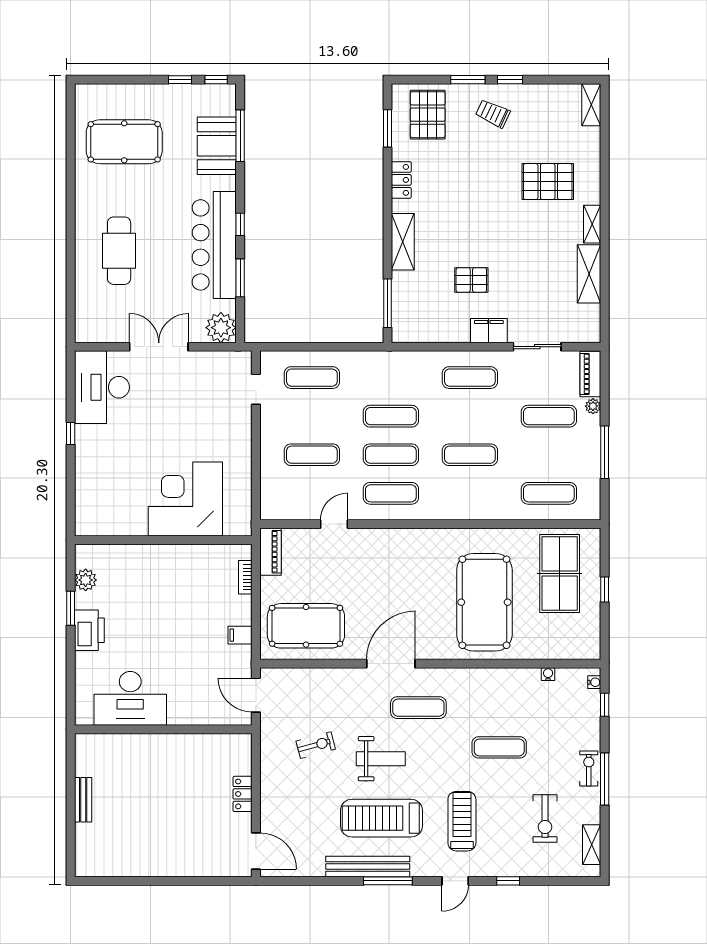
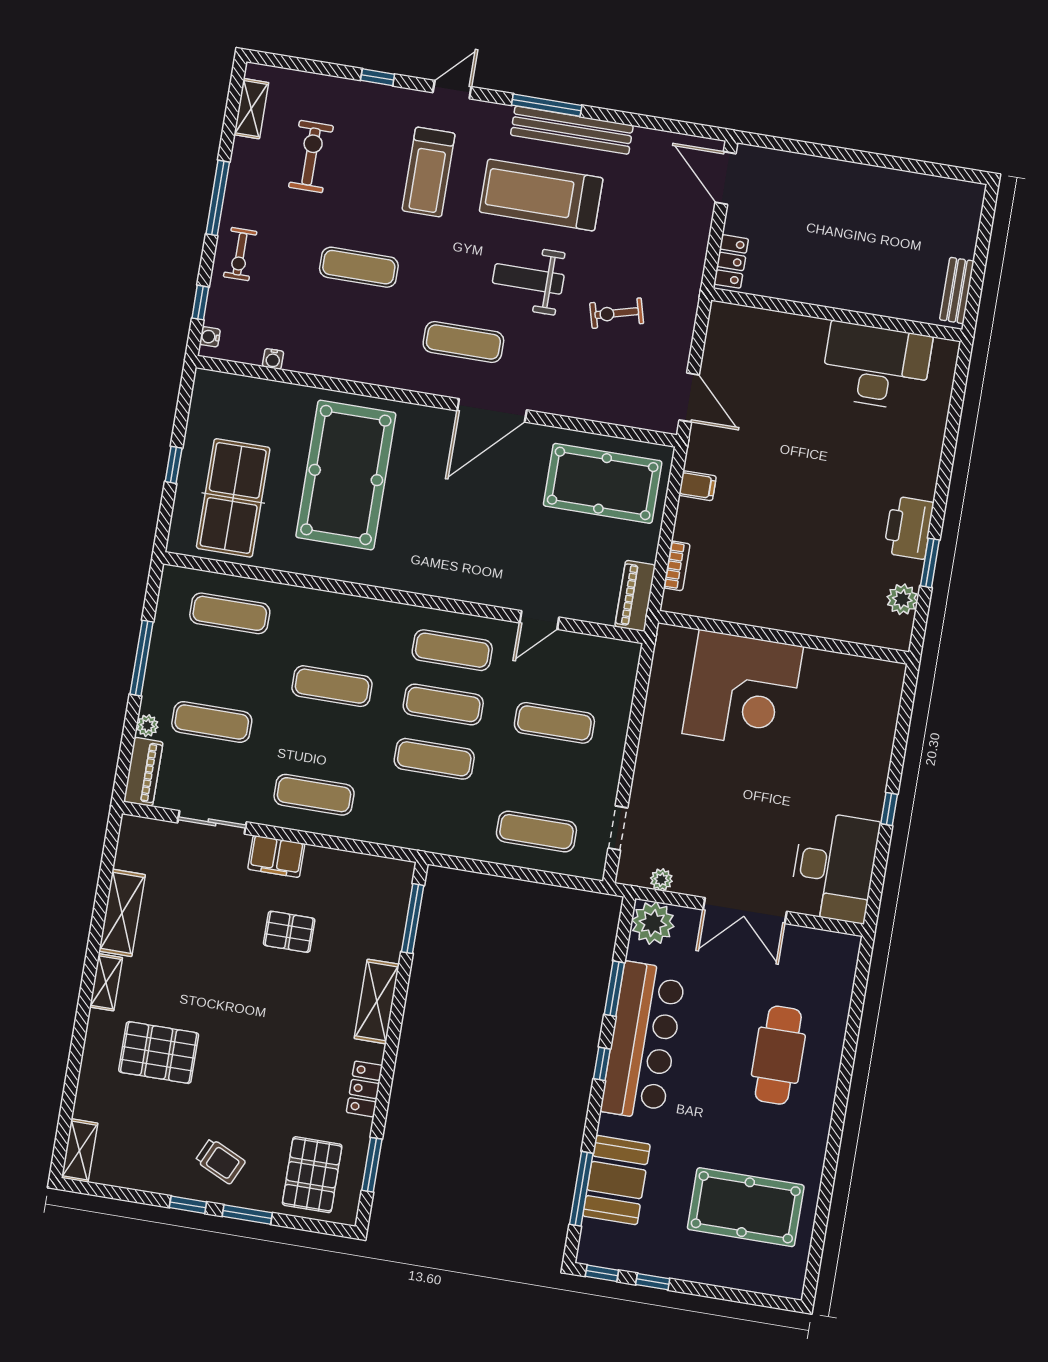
plant: (220, 359) -> (661, 880), added
desk: (130, 698) -> (876, 366), moved
wall: (163, 729) -> (837, 315), moved
exercise bike: (589, 768) -> (240, 254), moved
treadmill: (381, 818) -> (541, 195), turned 180

